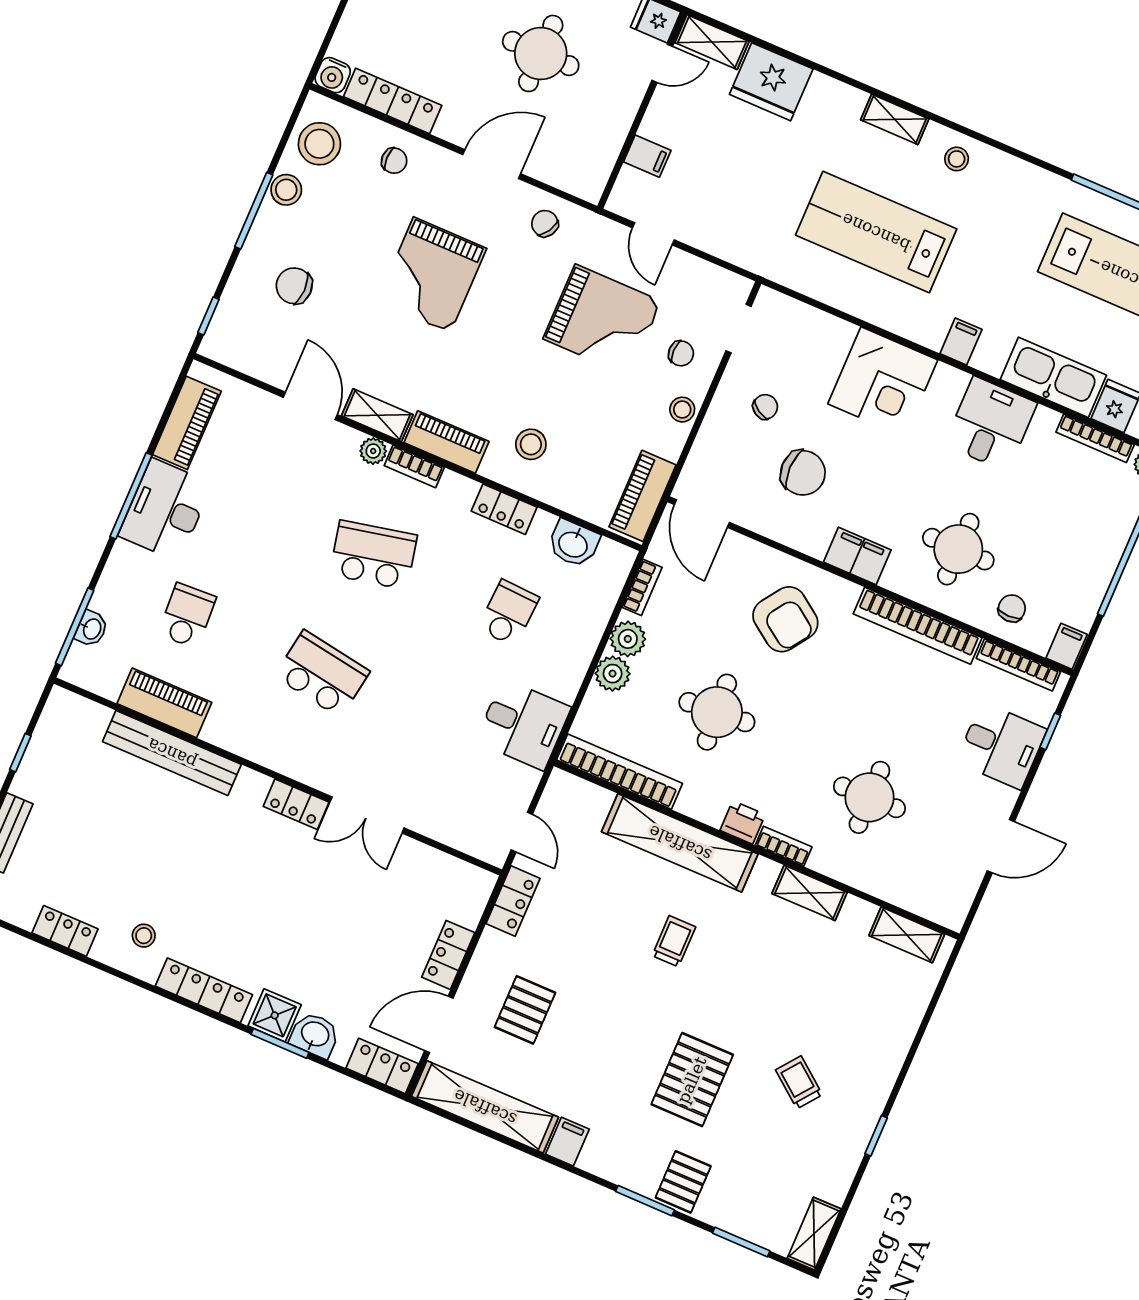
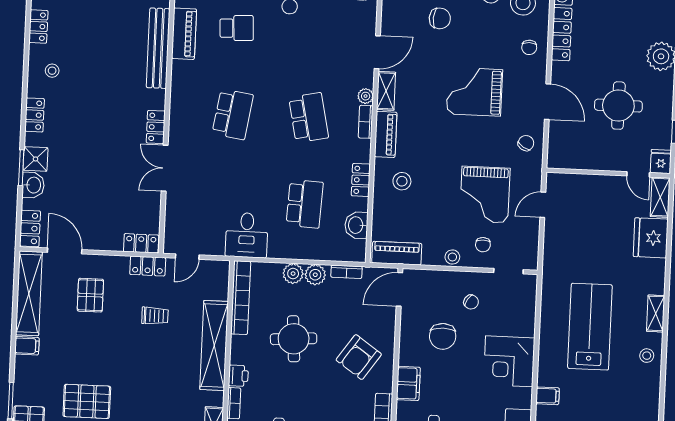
filing cabinet: (647, 156) -> (584, 185), removed
chair: (294, 286) -> (440, 18), turned 94
school desk: (508, 613) -> (305, 204), width x1.85
trolley: (674, 941) -> (155, 316), moved
locker: (448, 955) -> (141, 243), moved
locker: (204, 990) -> (35, 115), width x0.66
pallet: (525, 1010) -> (90, 295), turned 90

